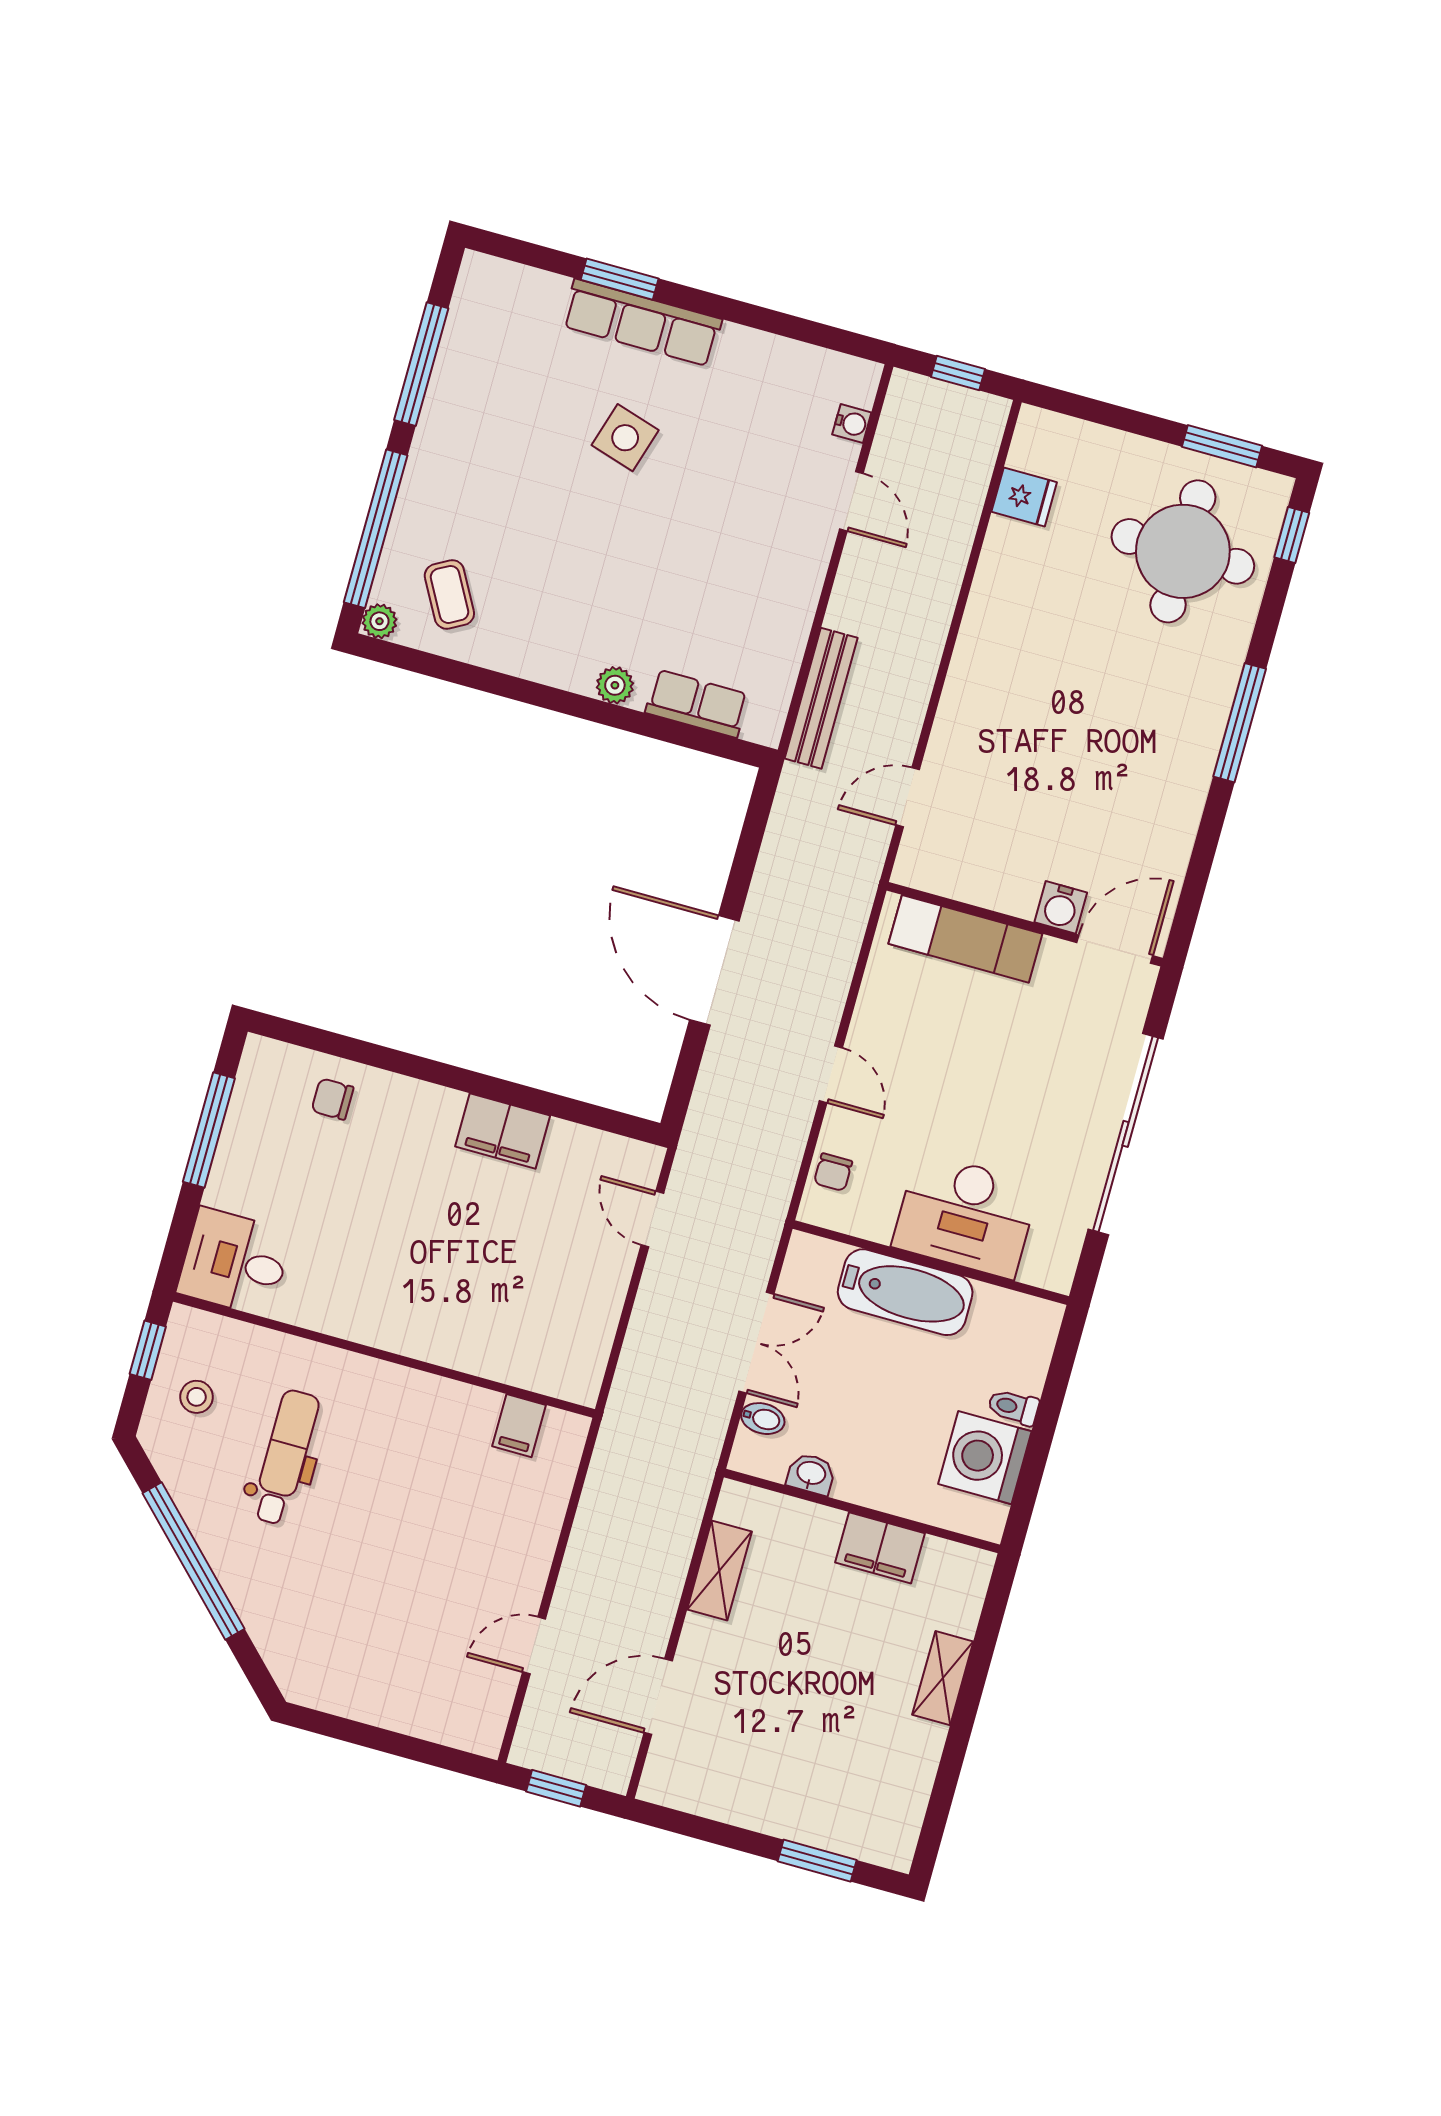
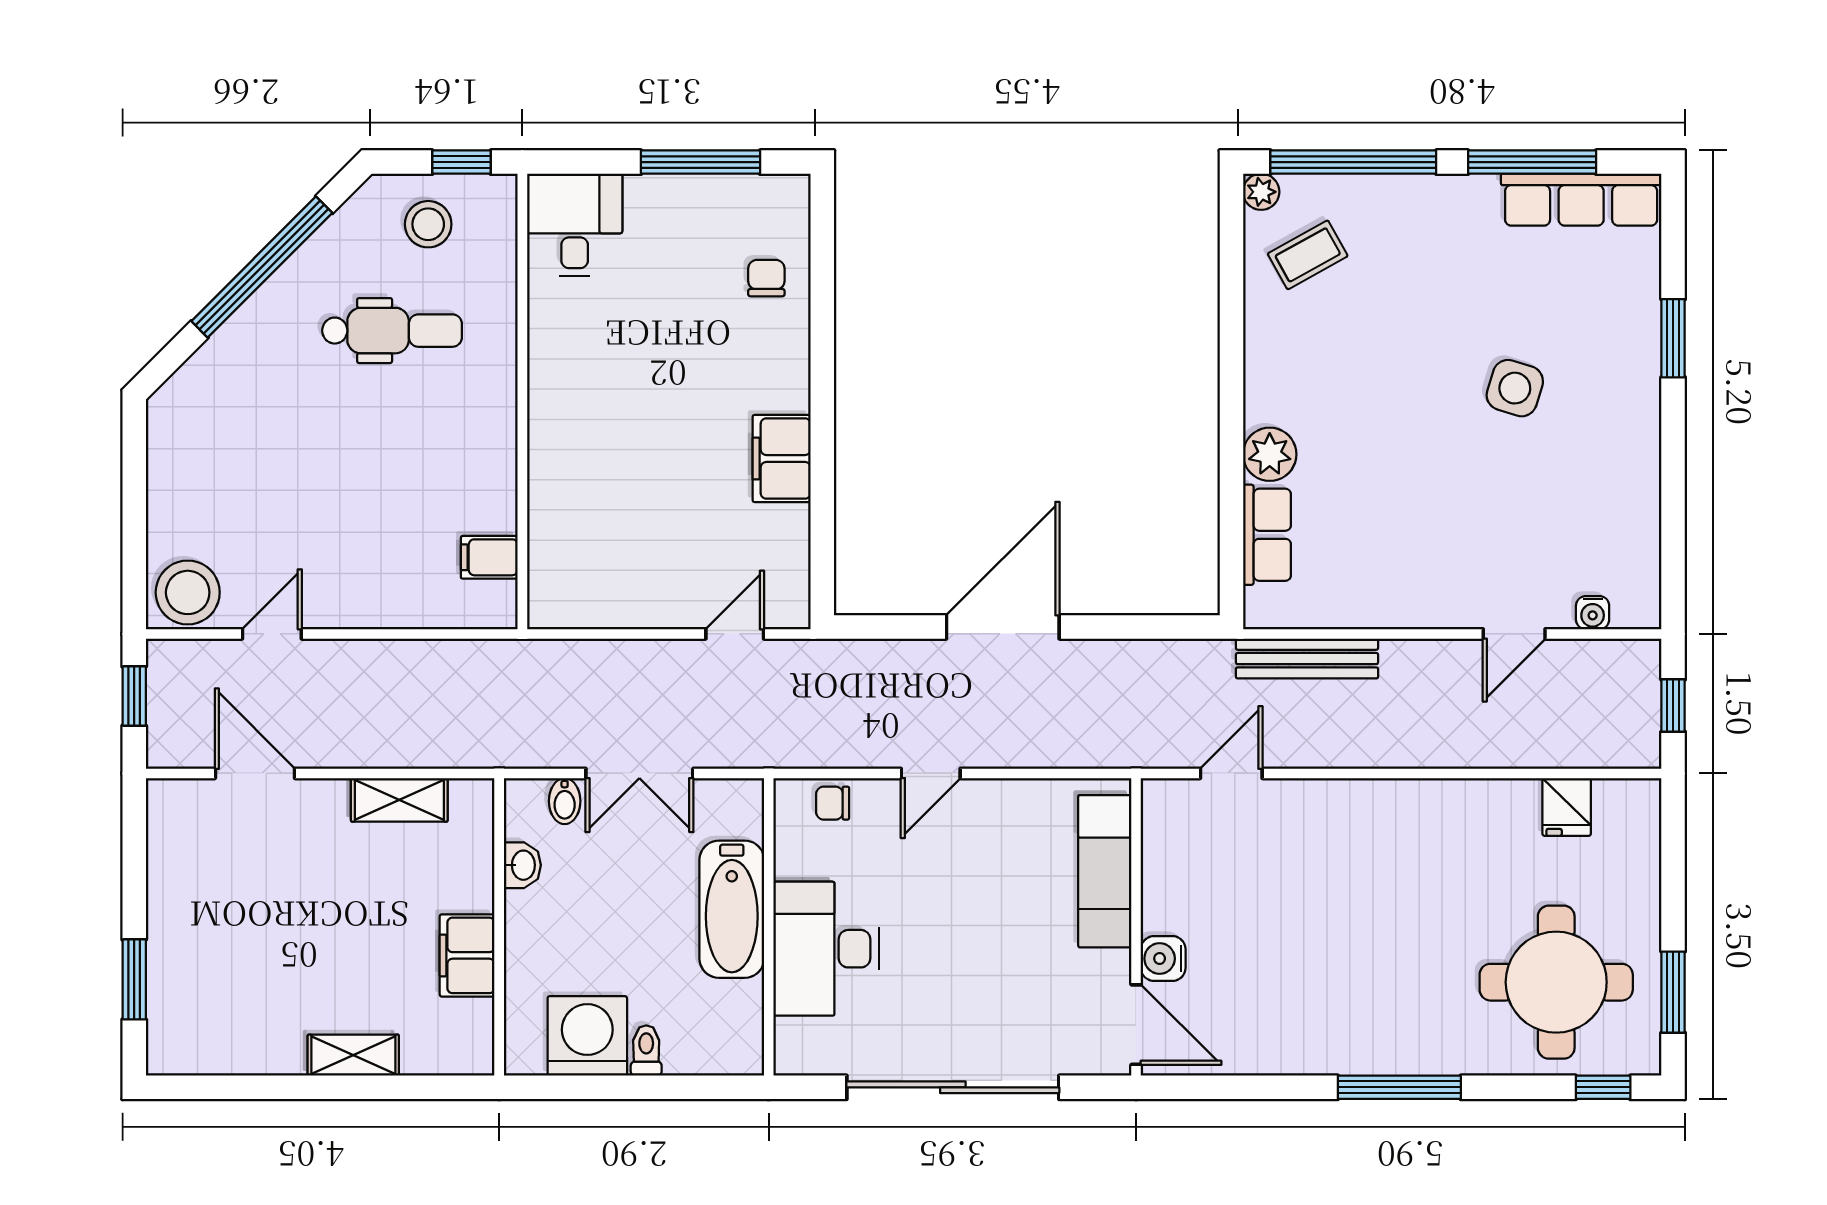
row of seats: (642, 323) -> (1581, 200), moved, turned -90
plant: (615, 685) -> (1270, 454), width x1.38, depth x1.38
door: (908, 797) -> (1231, 773), hinge flipped
stool: (197, 1397) -> (428, 224), width x1.37, depth x1.37
door: (534, 1646) -> (272, 634), hinge flipped
stool: (474, 1712) -> (188, 592), added

